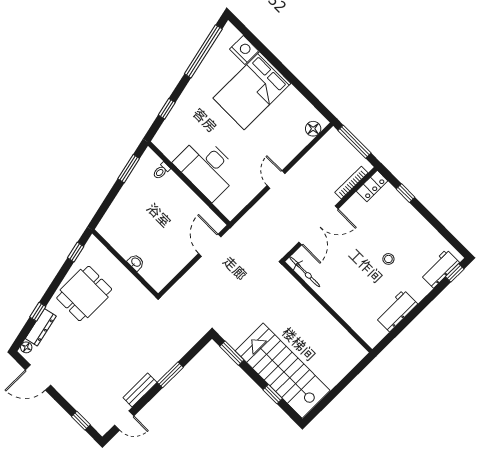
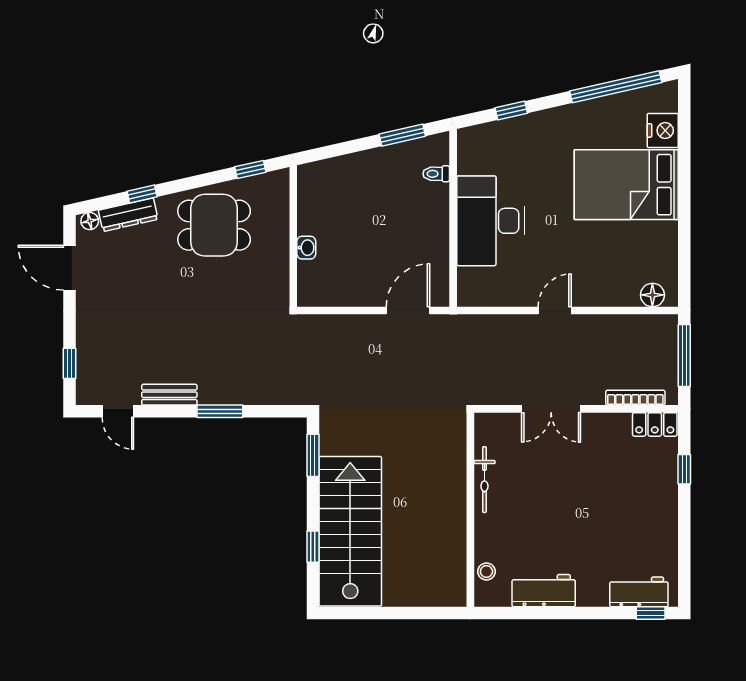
double door: (318, 225) -> (551, 409), width x0.73
stool: (388, 259) -> (486, 571), moved
bicycle: (305, 272) -> (484, 480), moved

